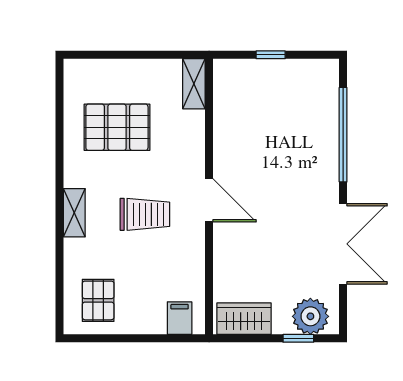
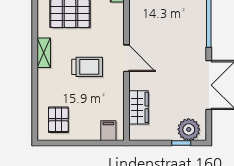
shelving: (74, 213) -> (44, 53), moved
wardrobe: (244, 319) -> (139, 107), moved, turned 90

